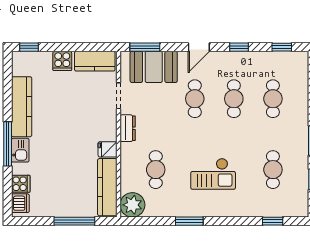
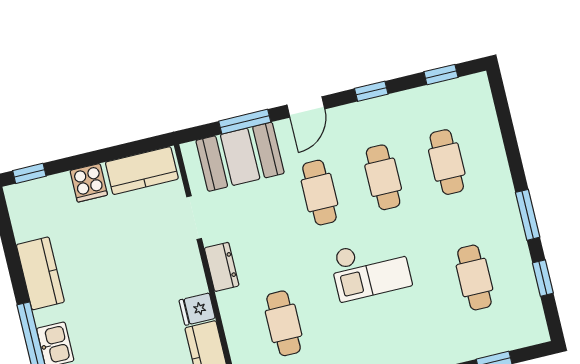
window: (145, 47) -> (245, 122), moved
kitchen counter: (22, 107) -> (40, 273), width x0.67
checkout: (213, 174) -> (371, 269), moved

